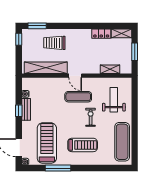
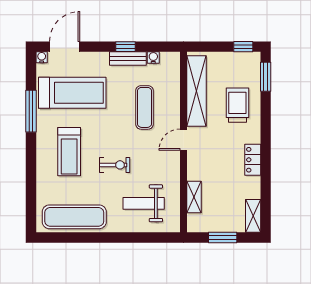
locker: (101, 34) -> (253, 160), moved
exercise mat: (78, 97) -> (144, 107), moved
weight bench: (114, 100) -> (144, 203), turned 180

